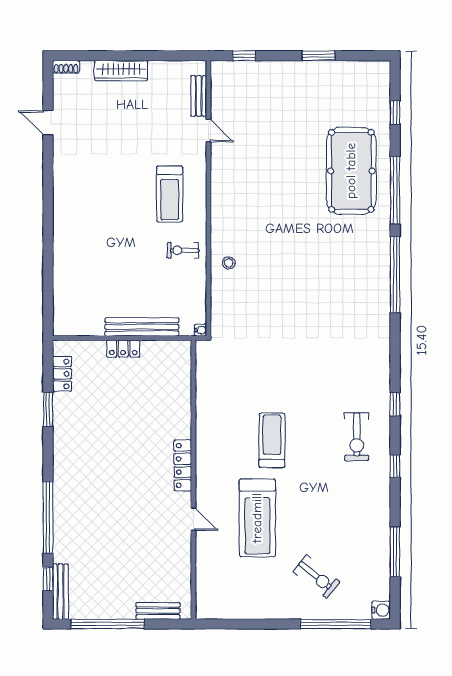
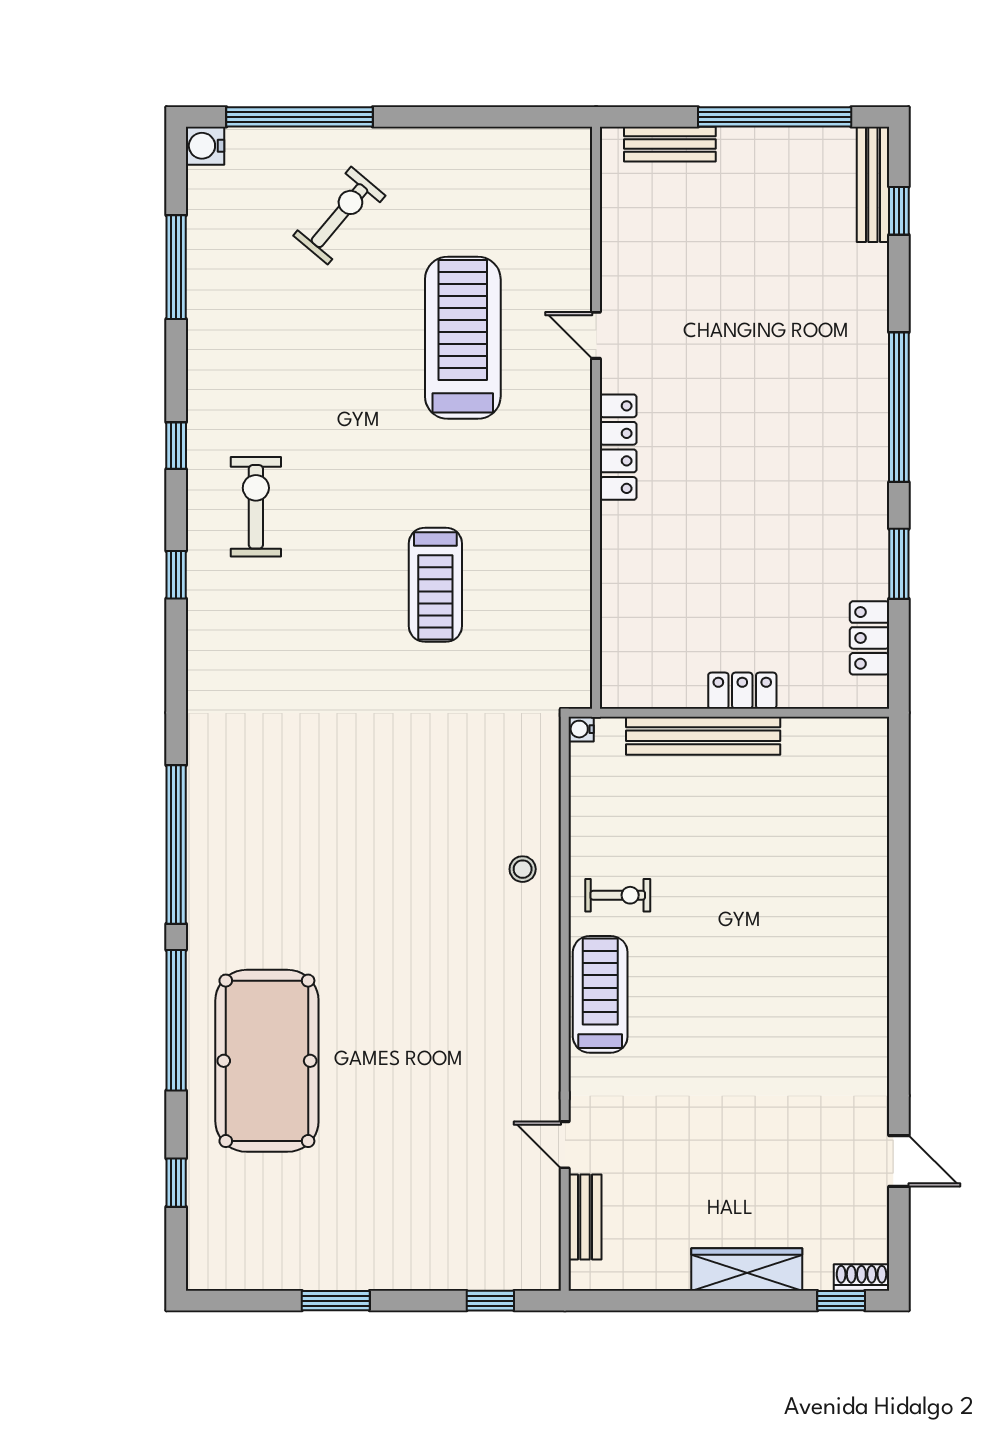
window: (76, 56) -> (841, 1301), added
treadmill: (170, 194) -> (600, 994), moved
treadmill: (272, 440) -> (435, 585), moved
window: (48, 517) -> (899, 407), moved
exercise bike: (317, 577) -> (339, 216), turned 91

